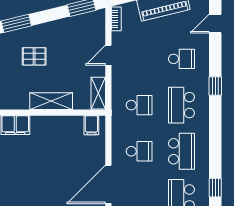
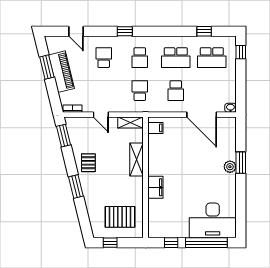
pallet: (34, 56) -> (88, 163), moved
school desk: (181, 105) -> (140, 58), width x0.54
school desk: (139, 151) -> (176, 91), turned 180
school desk: (181, 151) -> (176, 58), turned 180

